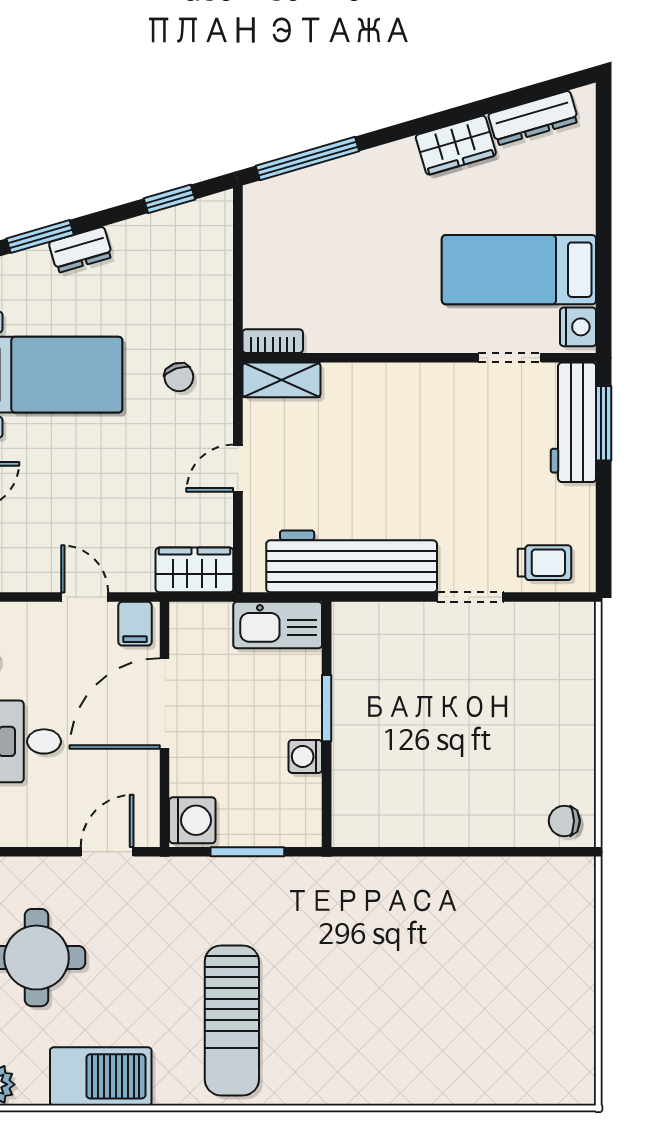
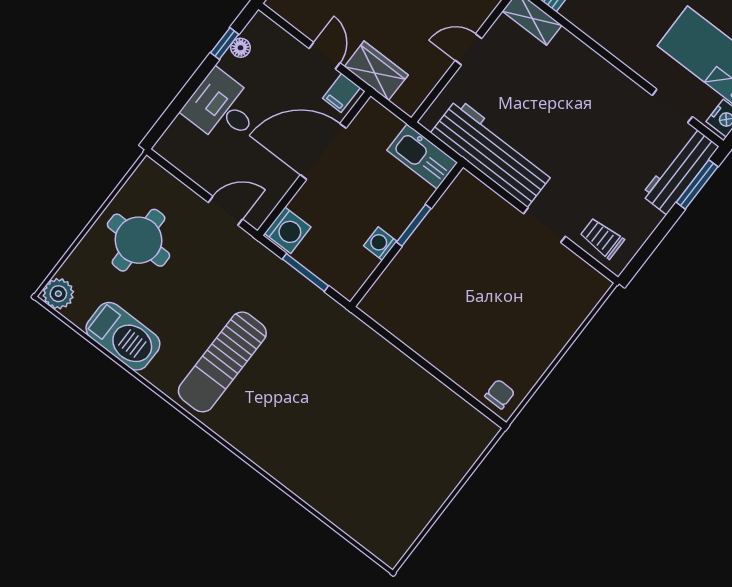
trolley: (545, 563) -> (602, 238), turned 180
wardrobe: (194, 570) -> (376, 71), moved
chair: (564, 821) -> (500, 394), turned 90

